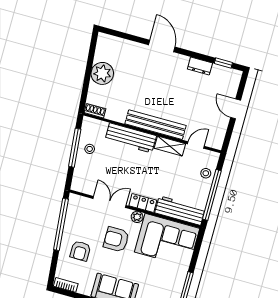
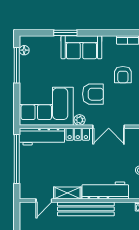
stool: (206, 173) -> (28, 177), removed
armchair: (80, 251) -> (123, 75), turned 180

